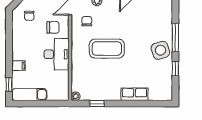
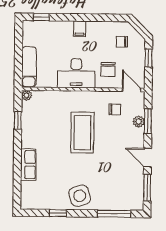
window: (175, 38) -> (114, 214), moved
filing cabinet: (19, 66) -> (80, 29), moved
exam couch: (29, 94) -> (29, 67), moved

